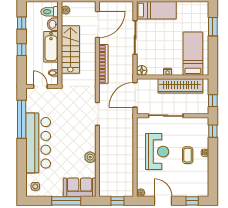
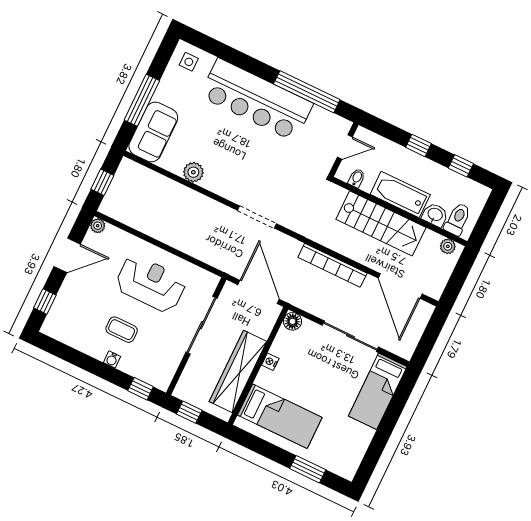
reception desk: (157, 152) -> (151, 284), turned 180

